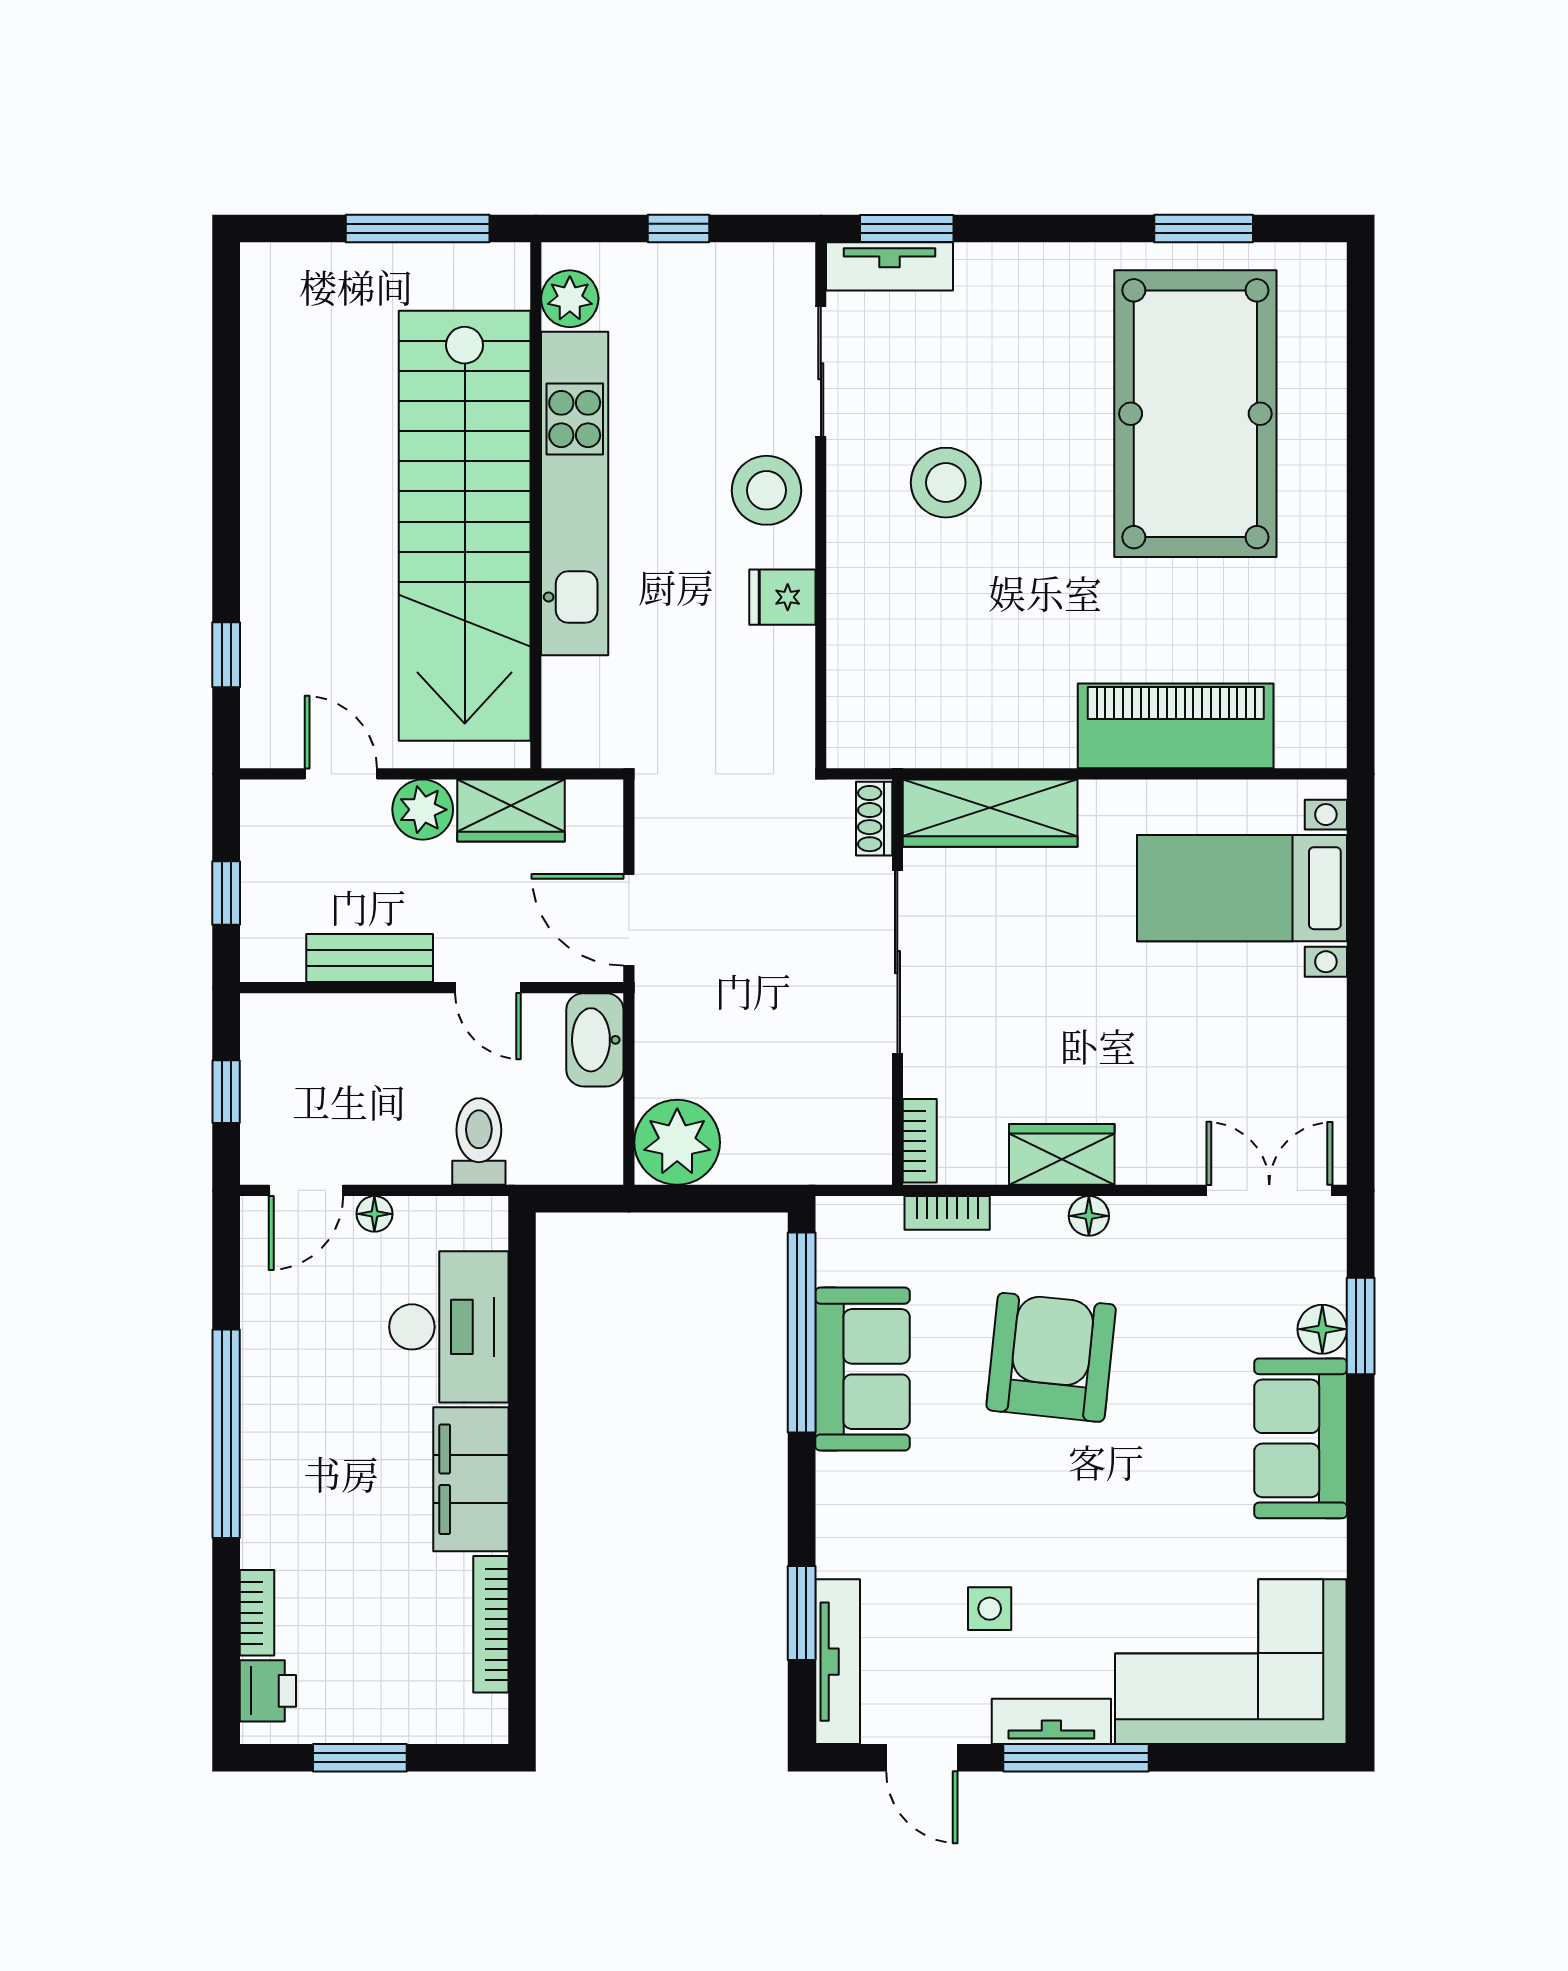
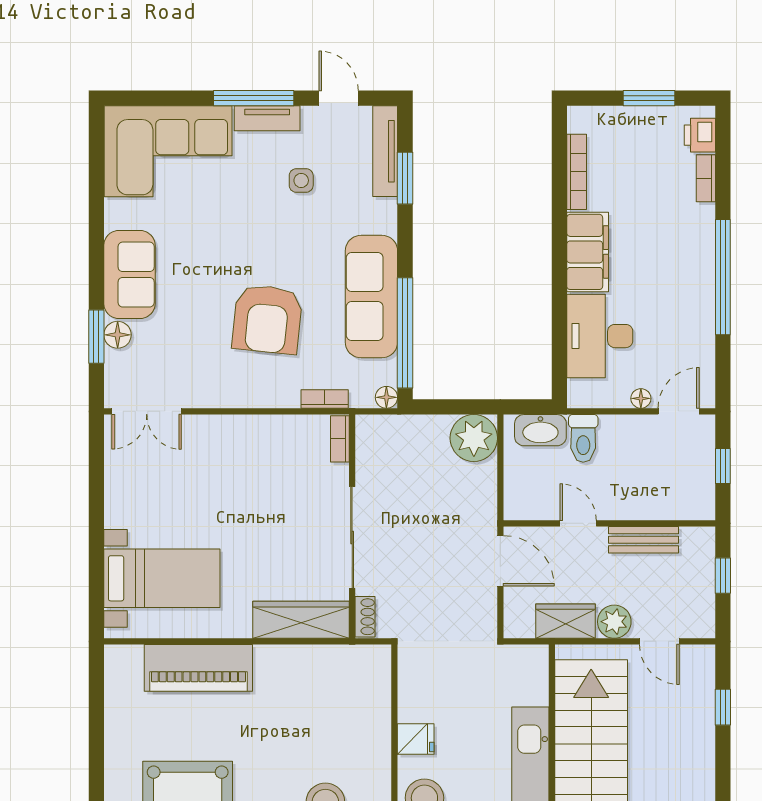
washbasin: (595, 1040) -> (540, 430), moved, turned 90
wardrobe: (1062, 1154) -> (261, 431), removed
floor lamp: (1089, 1216) -> (386, 397), moved
sofa: (862, 1369) -> (371, 297), width x1.36

